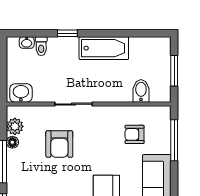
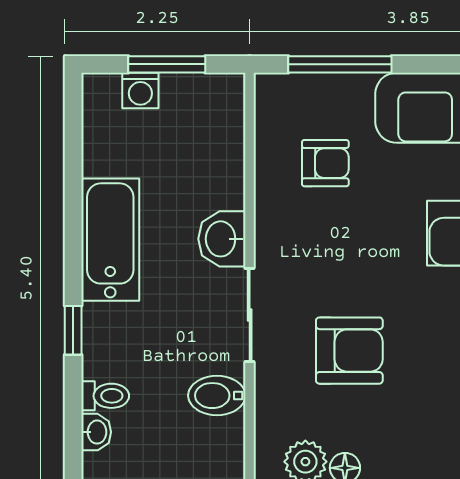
washing machine: (164, 60) -> (140, 91), added
bidet: (141, 91) -> (217, 396), moved
washbasin: (21, 93) -> (222, 239), moved
armchair: (134, 134) -> (325, 163), turned -90

